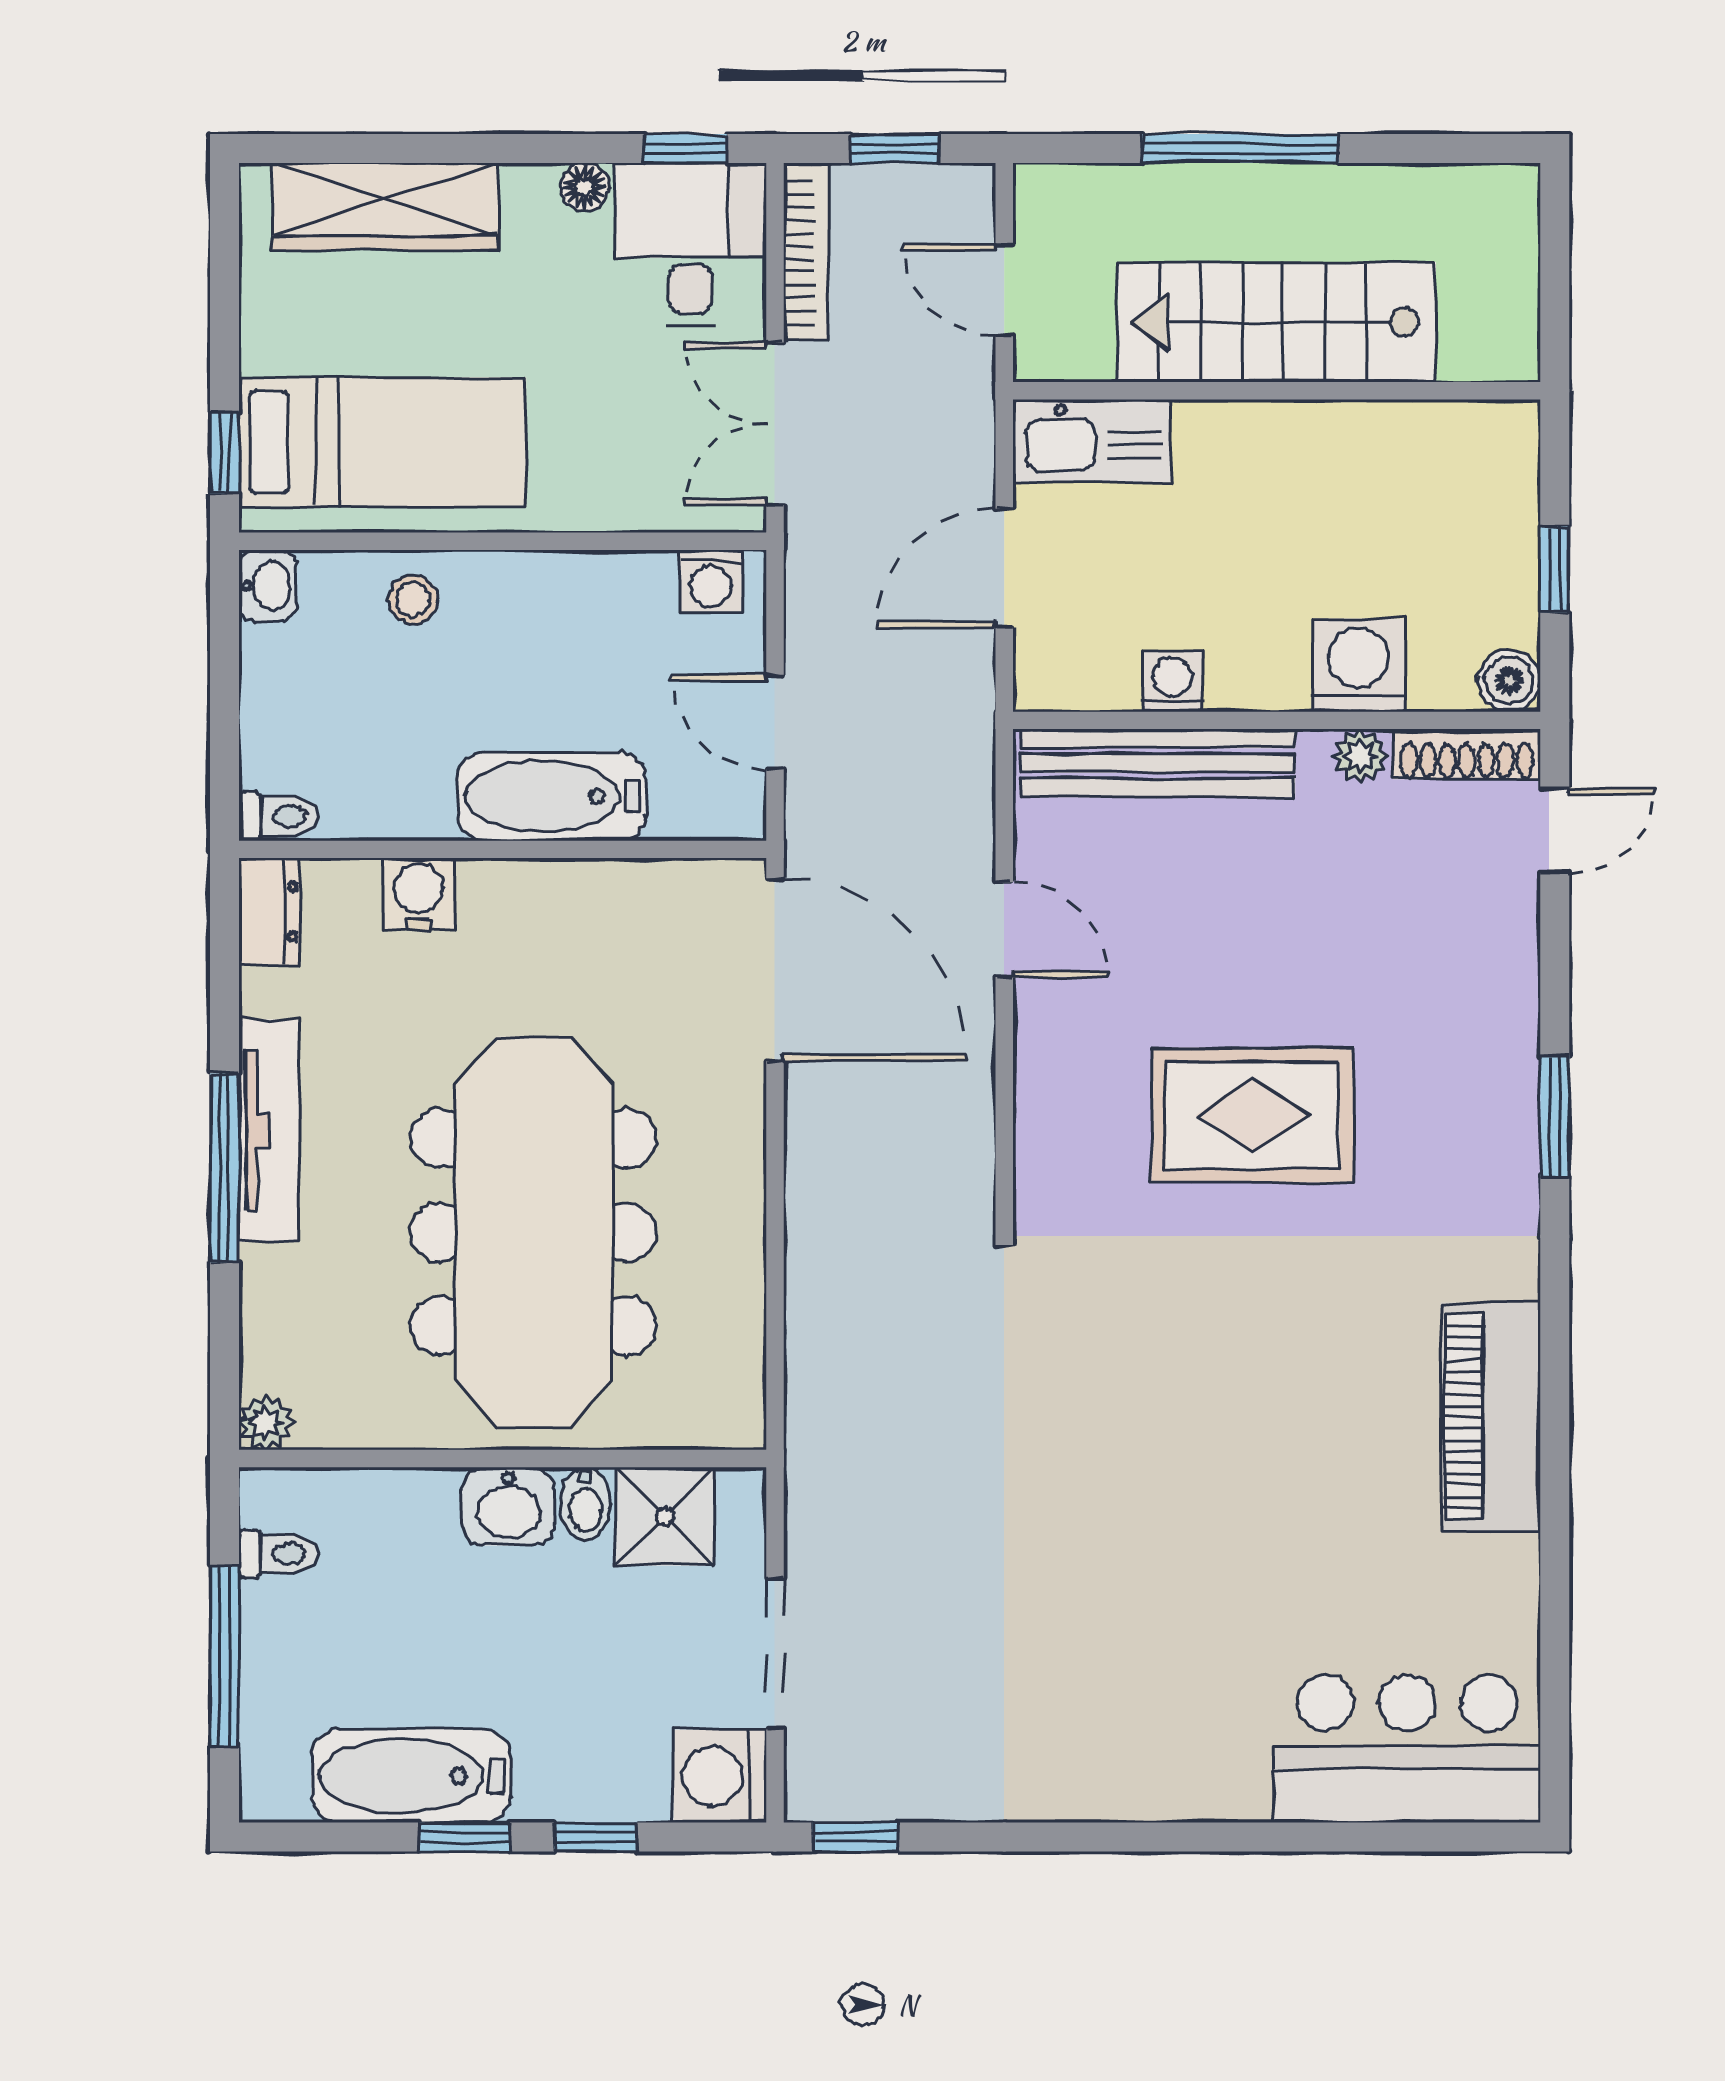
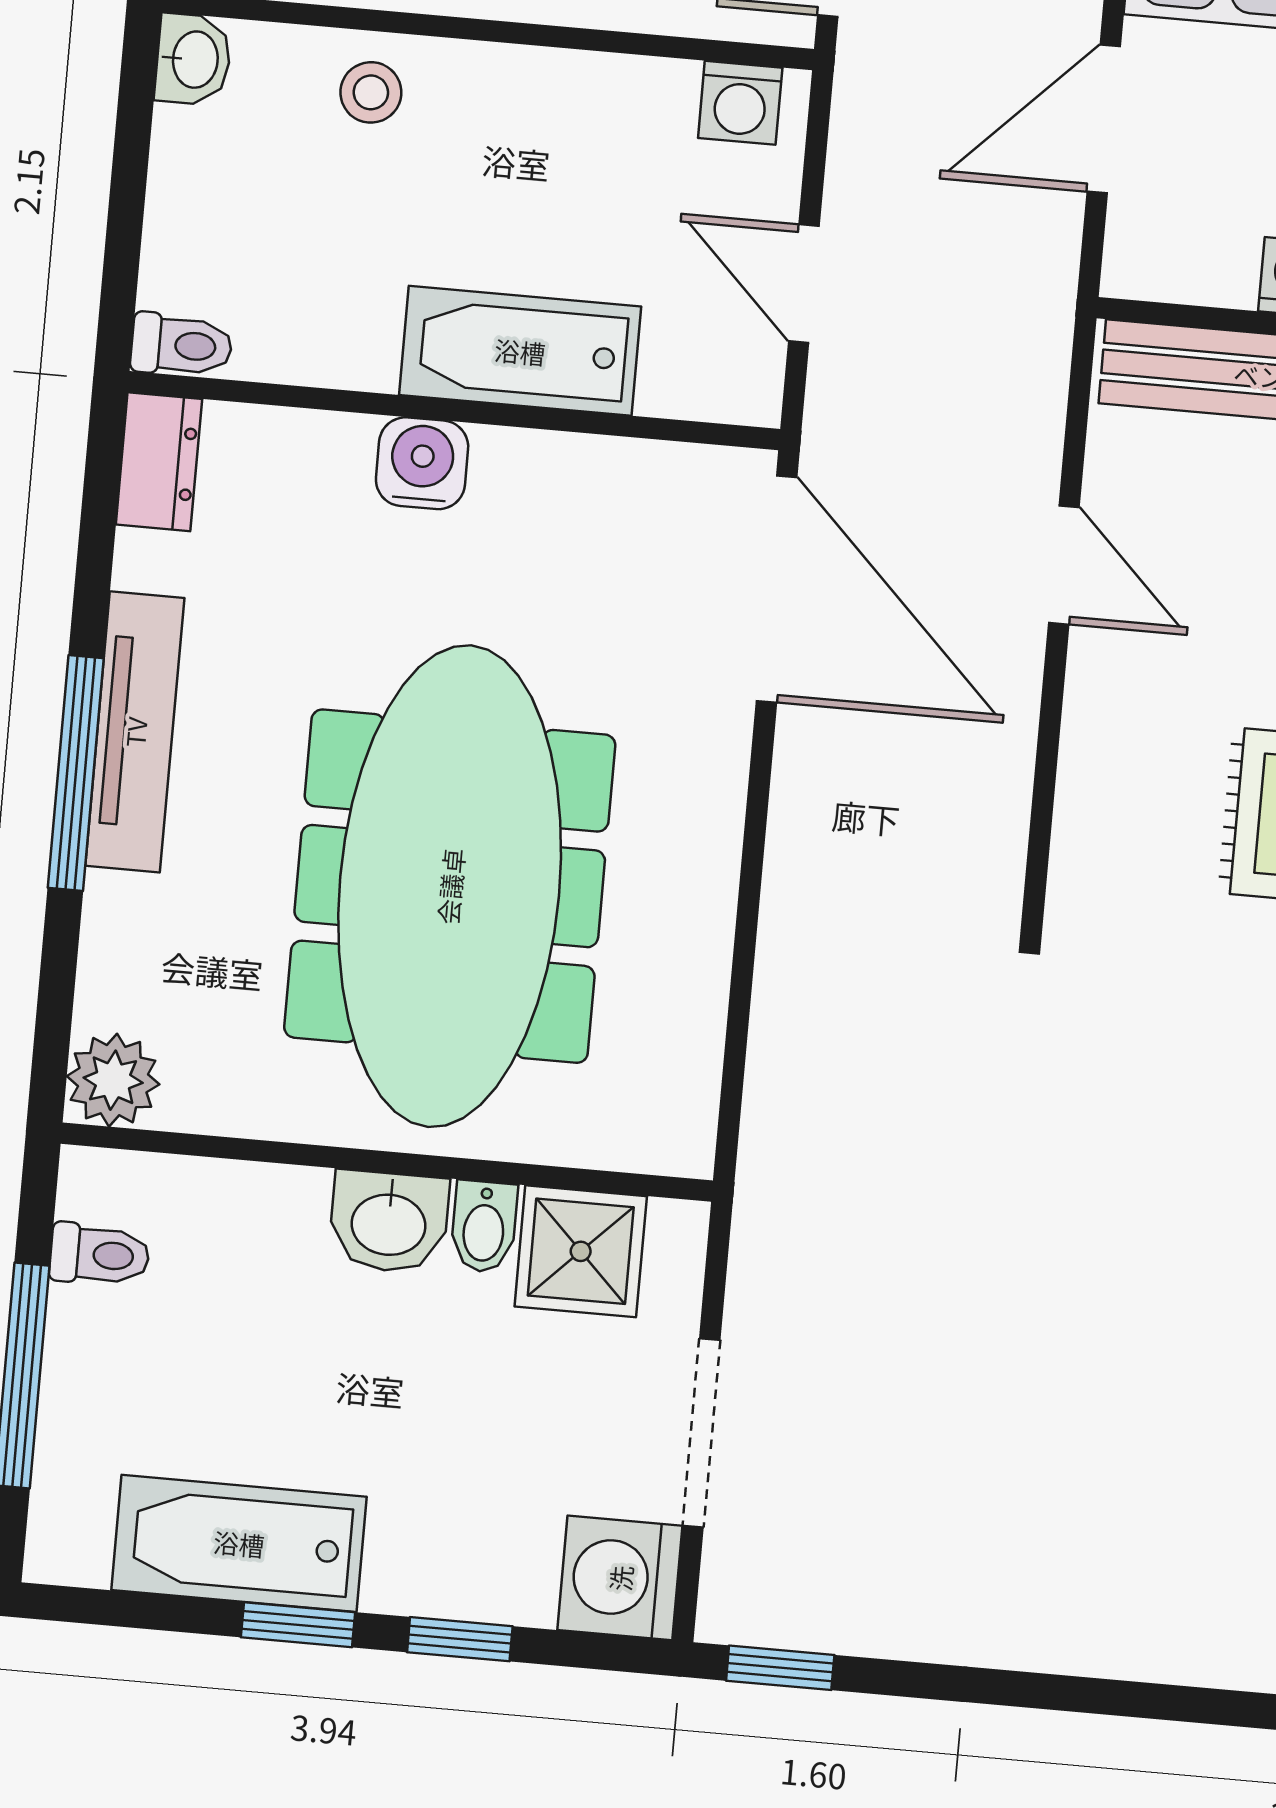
water cooler: (419, 894) -> (422, 463), moved
plant: (266, 1423) -> (113, 1080), width x1.38, depth x1.38

